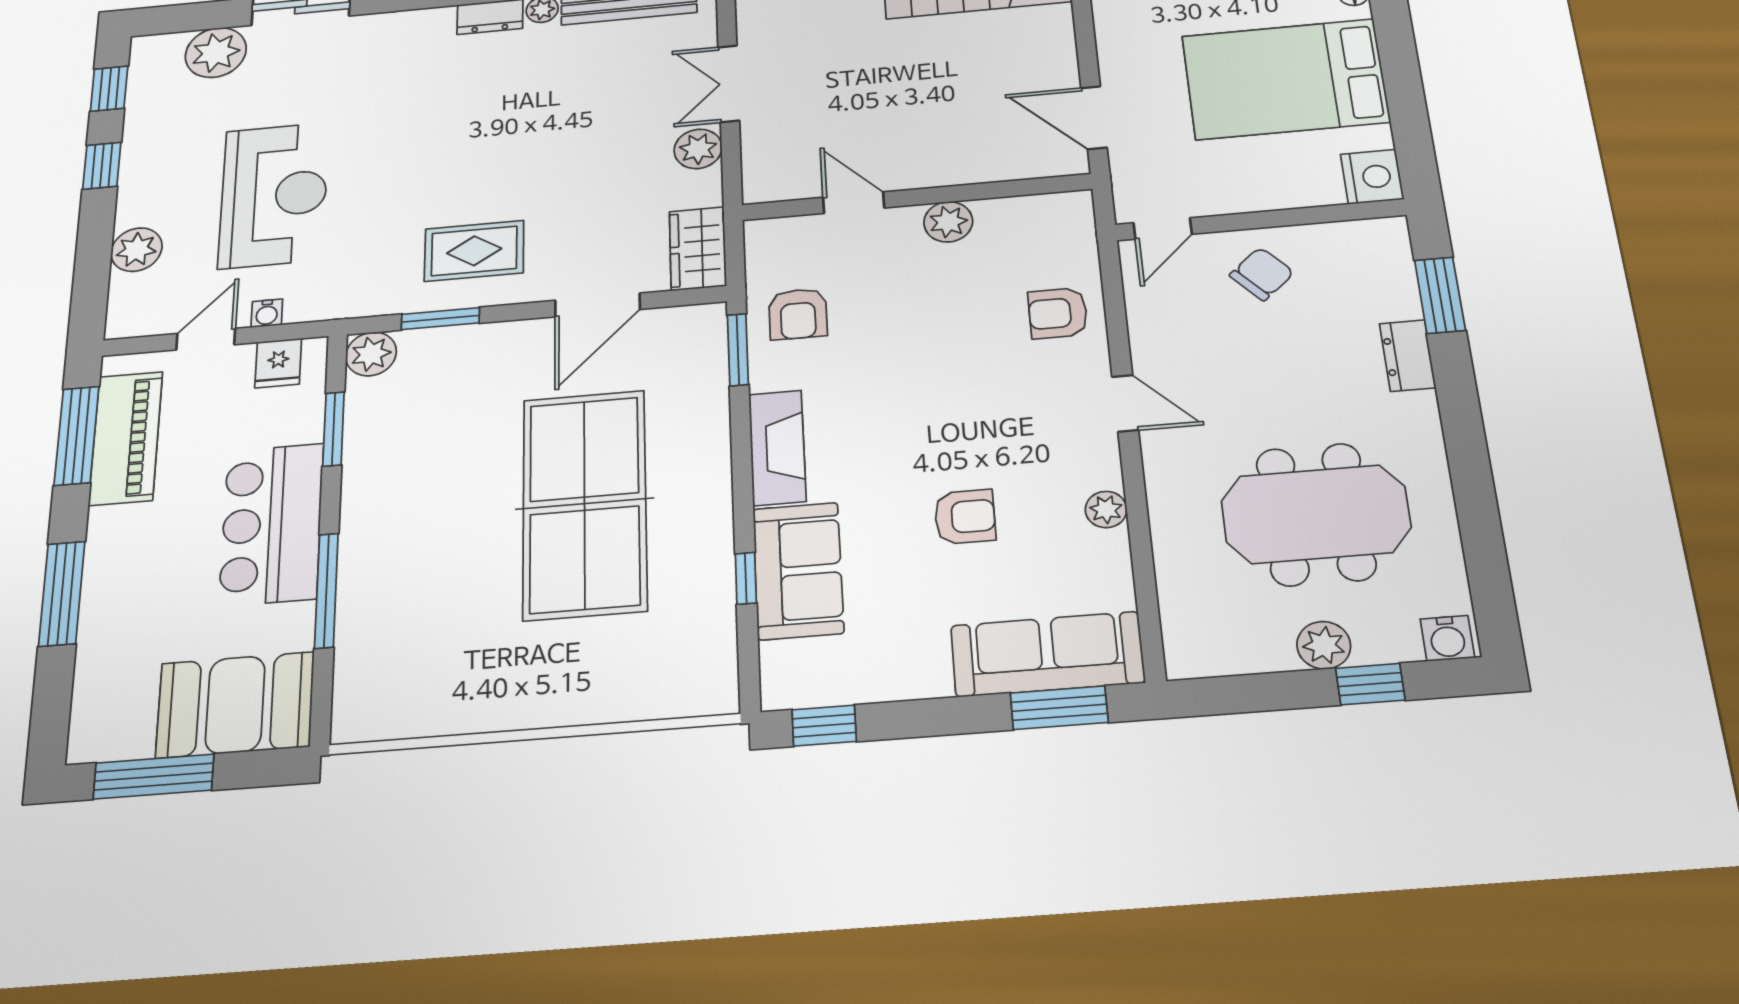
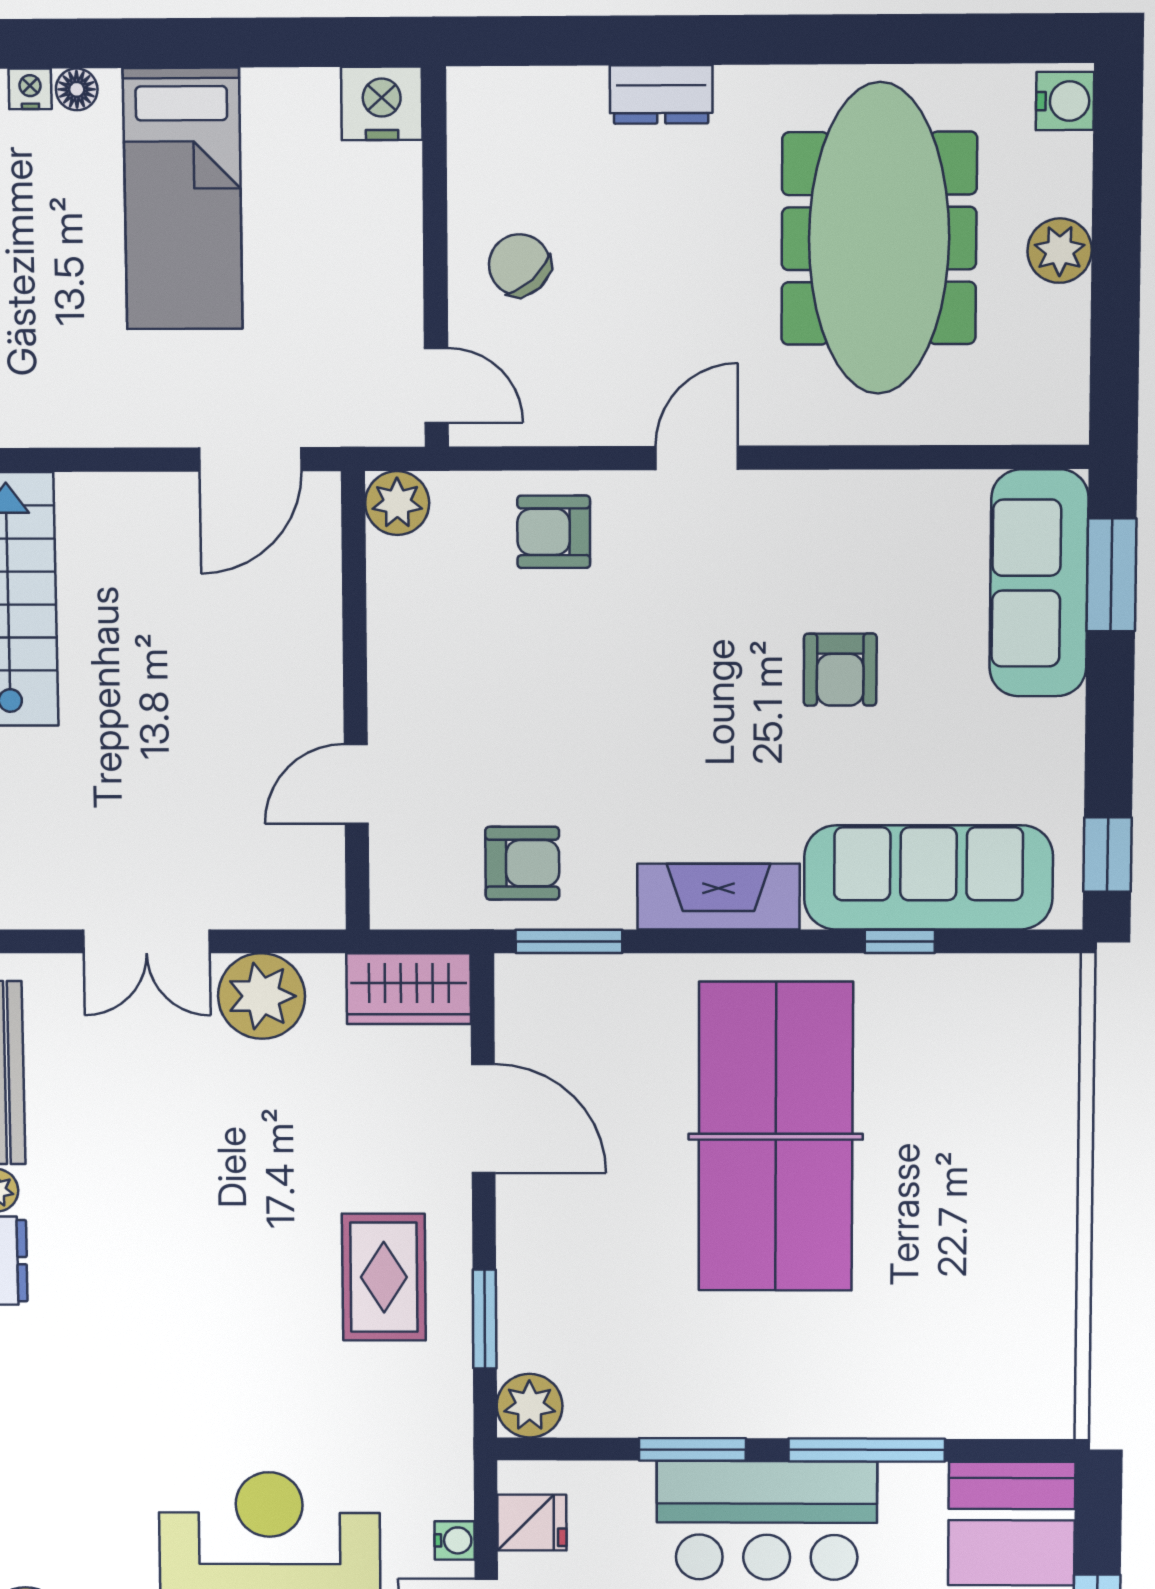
bed: (1285, 79) -> (183, 199), width x0.67
plant: (698, 149) -> (261, 996), width x1.36, depth x1.36
plant: (948, 222) -> (397, 503), moved
window: (1440, 295) -> (575, 41), removed
armchair: (1058, 313) -> (554, 532), turned 90
window: (334, 429) -> (692, 1449), moved
table tennis table: (584, 504) -> (776, 1137), turned 90
plant: (1106, 509) -> (847, 495), removed
meeting table: (1316, 514) -> (879, 238), width x1.36
armchair: (965, 517) -> (840, 670), turned 180
sofa: (798, 571) -> (928, 877), width x1.36
window: (1370, 684) -> (1117, 202), removed

